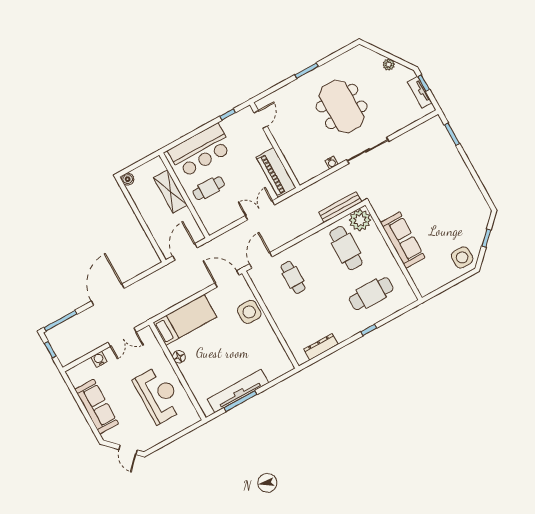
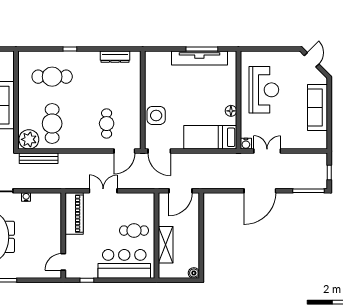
double door: (260, 210) -> (103, 191), swing flipped
water cooler: (99, 359) -> (246, 144), moved
reception desk: (158, 395) -> (264, 90), turned 180

